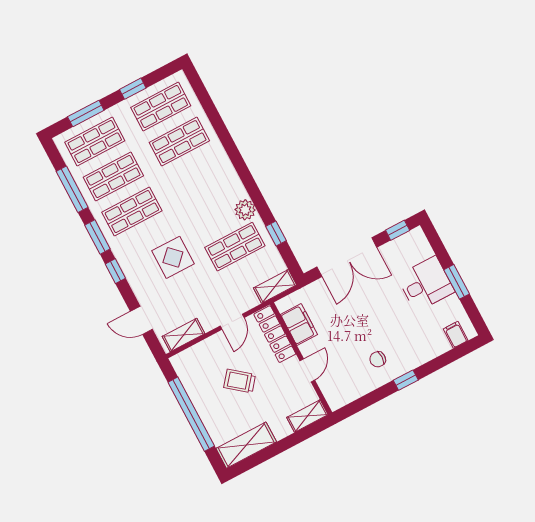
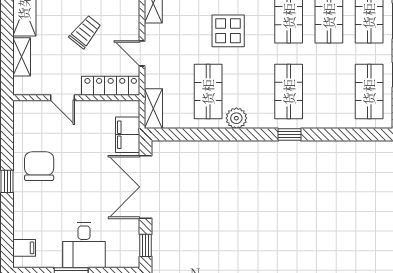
shop shelf: (179, 142) -> (289, 92), moved
window: (276, 233) -> (290, 135), moved
filing cabinet: (299, 324) -> (128, 135), moved, turned 90
chair: (378, 359) -> (39, 166), width x1.87, depth x1.87
shelving: (307, 416) -> (22, 57), moved

